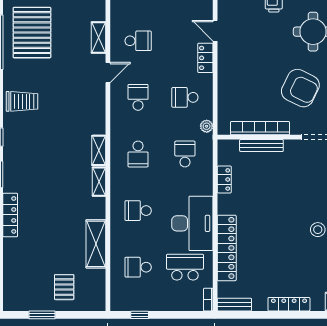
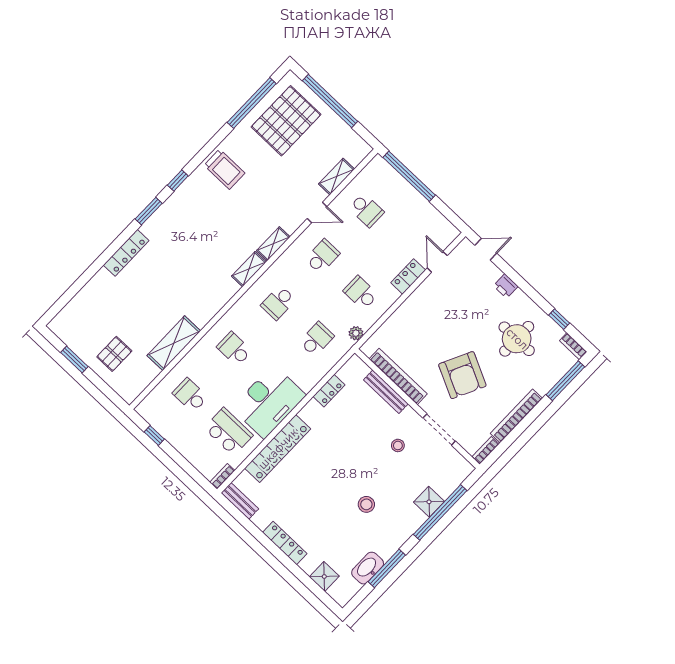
stool: (302, 173) -> (398, 445), added
shelving: (99, 182) -> (273, 244), moved

